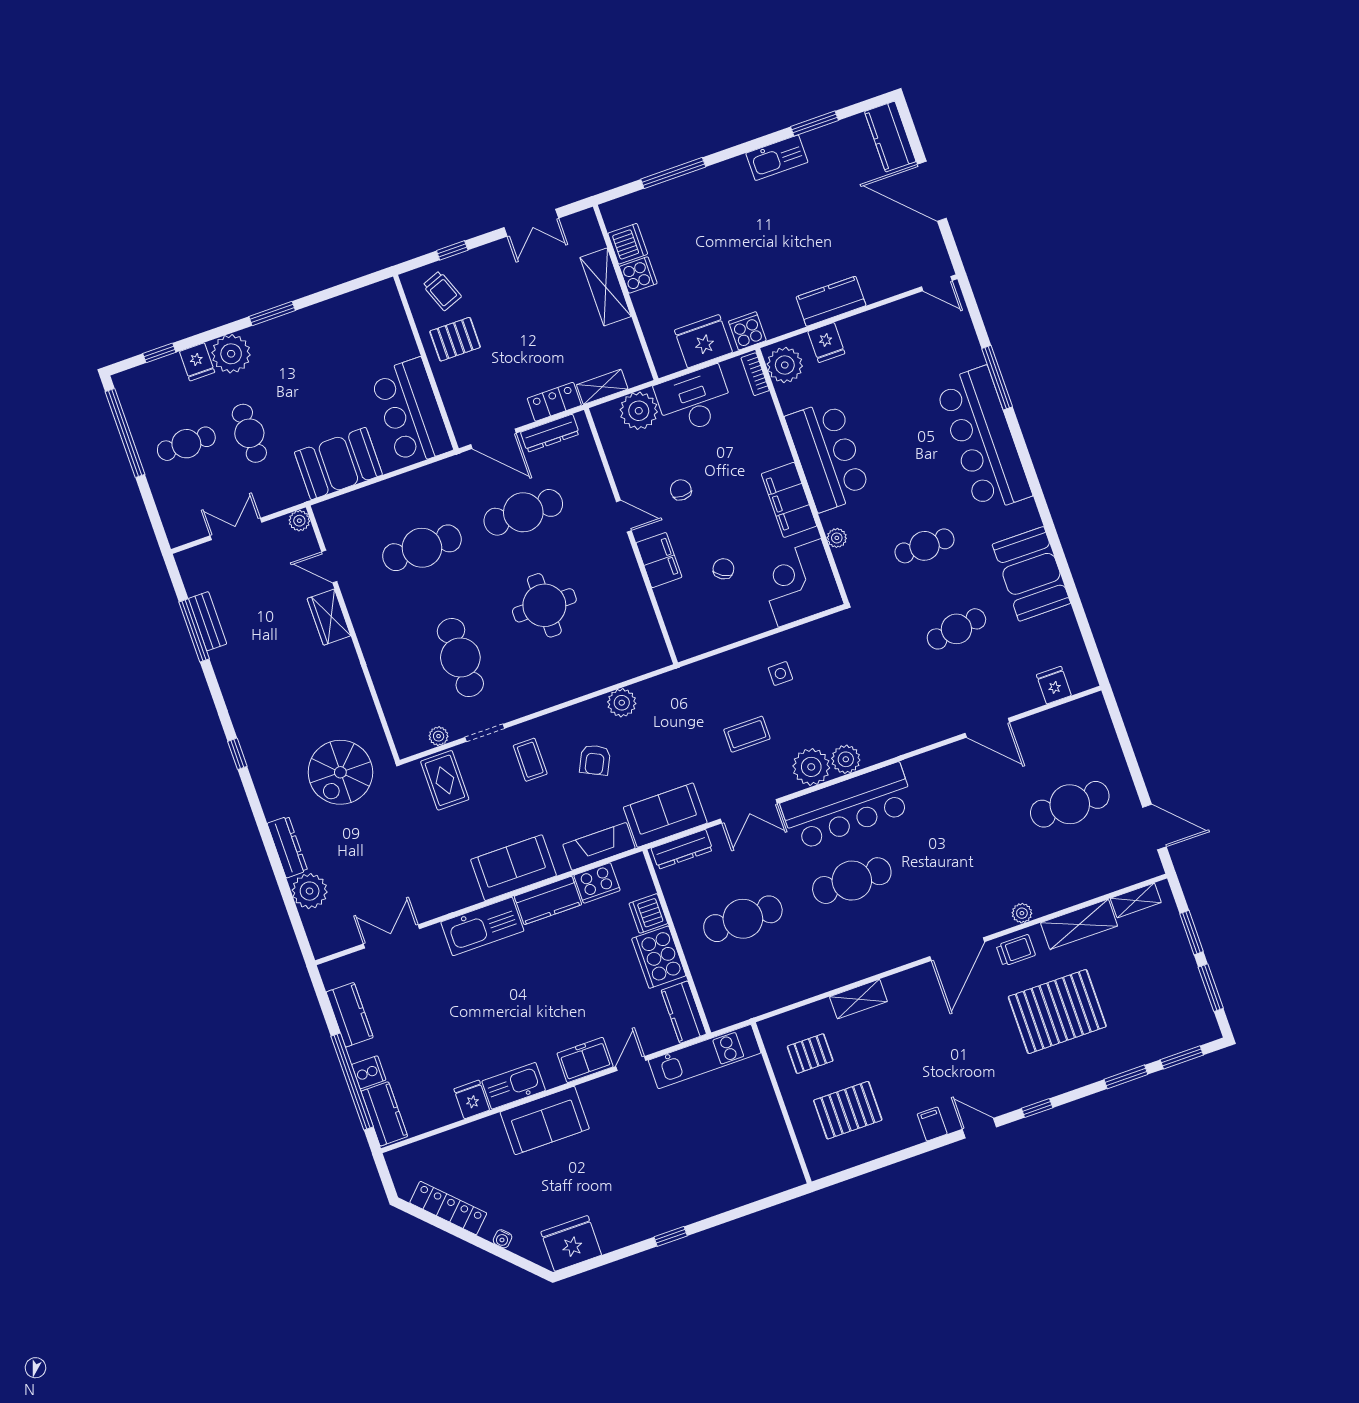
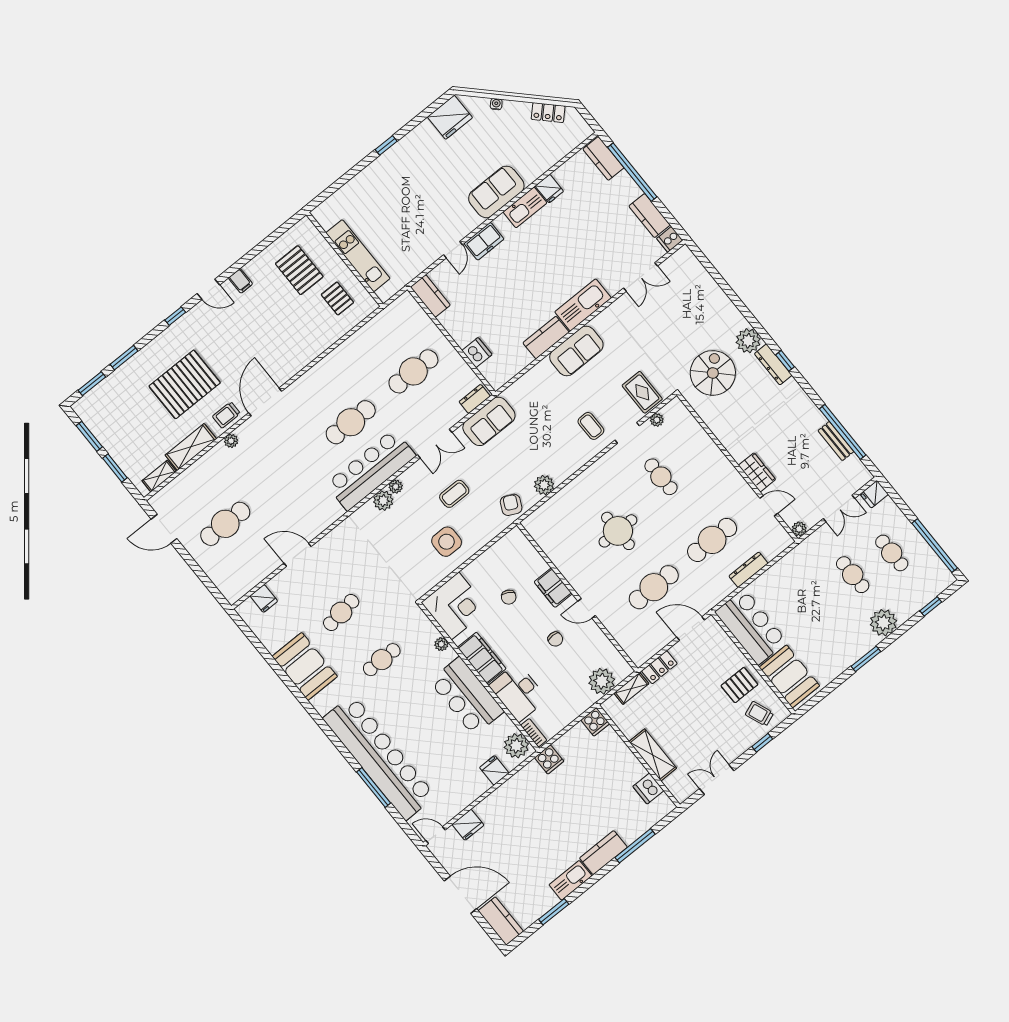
cooker: (638, 275) -> (595, 722), moved, turned -90
kitchen counter: (831, 301) -> (603, 853), moved, turned 180
fridge: (703, 341) -> (468, 825), moved, width x0.73, depth x0.75
fridge: (197, 362) -> (874, 494), moved, turned -90
desk: (694, 400) -> (518, 692), moved, turned 90
dresser: (550, 433) -> (748, 570), moved
bar counter: (983, 440) -> (379, 757), width x1.36
cafe table: (186, 444) -> (892, 553), turned 90
booth: (338, 463) -> (789, 676), moved, turned 90
window: (194, 630) -> (843, 432), width x1.46
cafe table: (460, 658) -> (661, 477), width x0.73, depth x0.74
side table: (780, 674) -> (447, 542), width x1.87, depth x1.87
armchair: (595, 760) -> (511, 505), moved
plant: (811, 767) -> (396, 487), width x0.53, depth x0.53
double door: (749, 811) -> (435, 444), swing flipped
fireplace: (599, 846) -> (525, 385), removed
dresser: (287, 847) -> (773, 365), moved
dresser: (682, 849) -> (475, 399), width x0.70
cooker: (597, 883) -> (518, 361), removed
plant: (310, 891) -> (748, 341), moved
cooker: (659, 957) -> (460, 326), removed
shelving: (858, 999) -> (318, 346), removed
pallet: (810, 1054) -> (337, 299), turned 90
kitchen unit: (705, 1057) -> (358, 256), moved, turned 90
cooker: (369, 1072) -> (670, 239), moved
pallet: (848, 1110) -> (299, 270), turned 90
locker: (448, 1208) -> (548, 113), width x0.66

